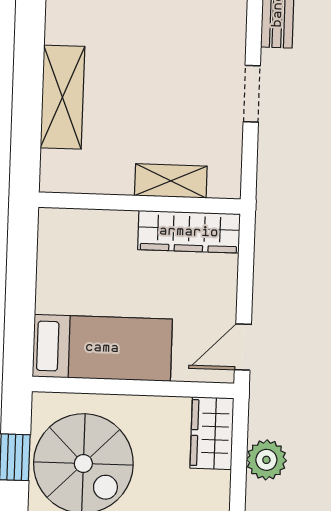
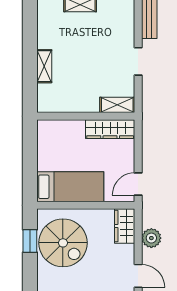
shelving: (62, 97) -> (44, 66), width x0.67, depth x0.75
shelving: (171, 181) -> (117, 105), moved

